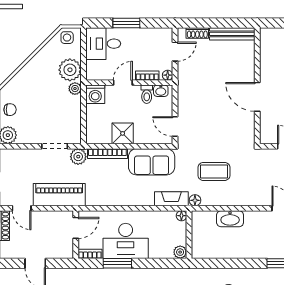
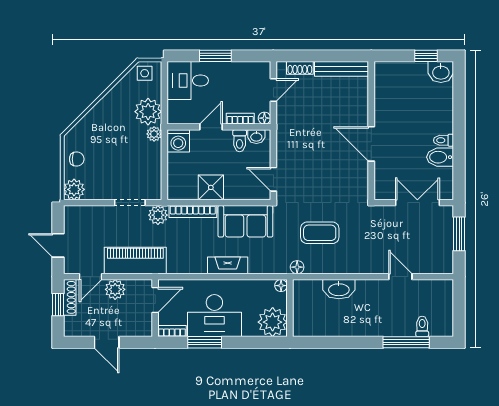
fireplace: (171, 199) -> (228, 265), moved
door: (22, 208) -> (91, 277), hinge flipped
plant: (42, 219) -> (115, 289), added
plant: (180, 252) -> (273, 322), width x1.88, depth x1.88

